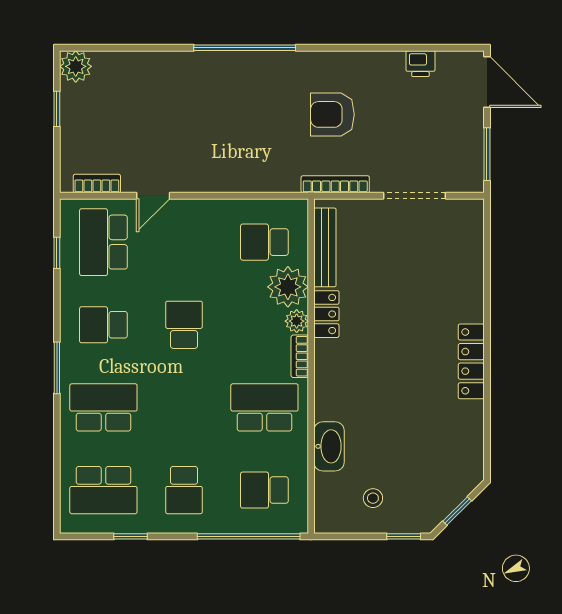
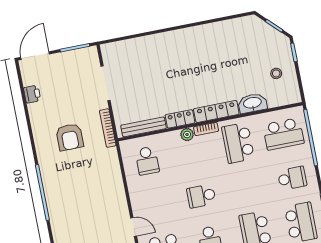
plant: (288, 287) -> (169, 143), removed
locker: (471, 361) -> (216, 112), moved, turned 180
school desk: (264, 490) -> (283, 134), width x1.85

